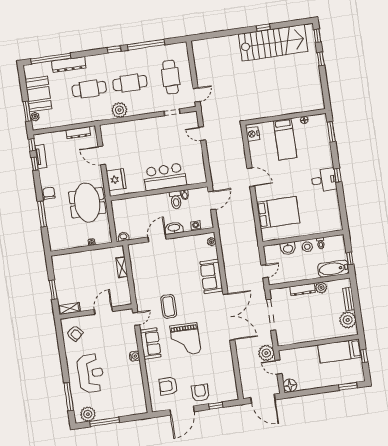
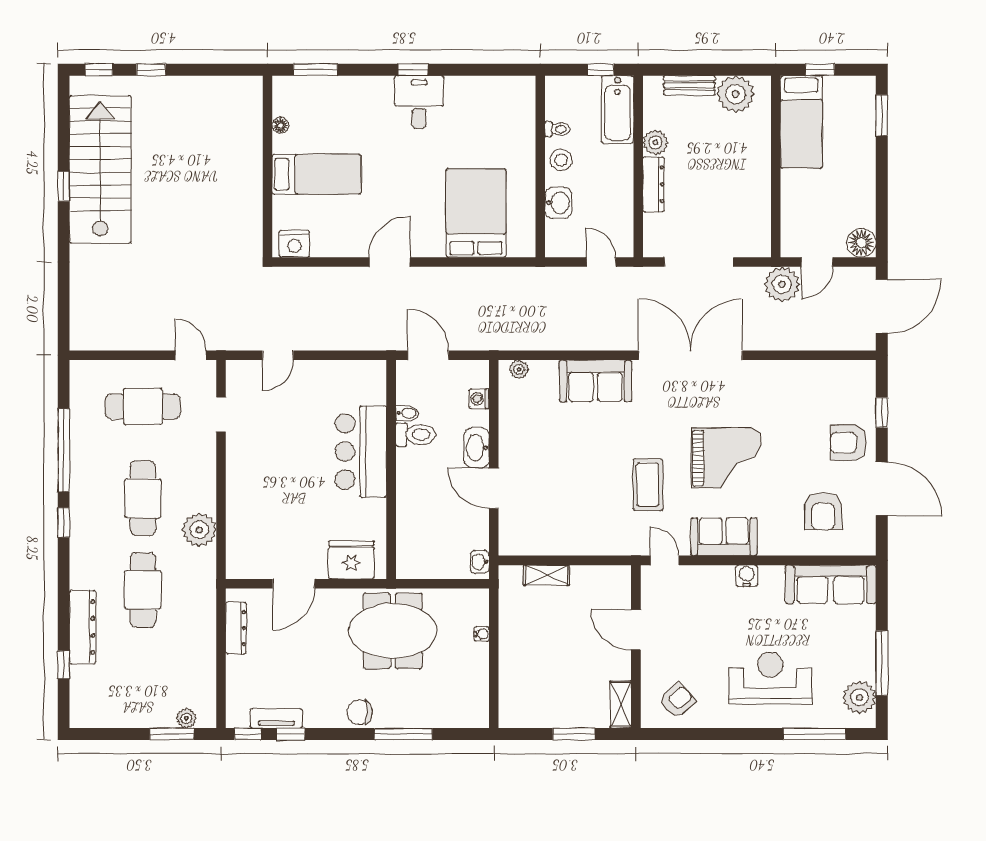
window: (51, 59) -> (64, 665), width x0.32
booth: (38, 94) -> (138, 703), removed
coffee table: (169, 306) -> (648, 485), turned 90
sofa: (136, 394) -> (831, 584), added

